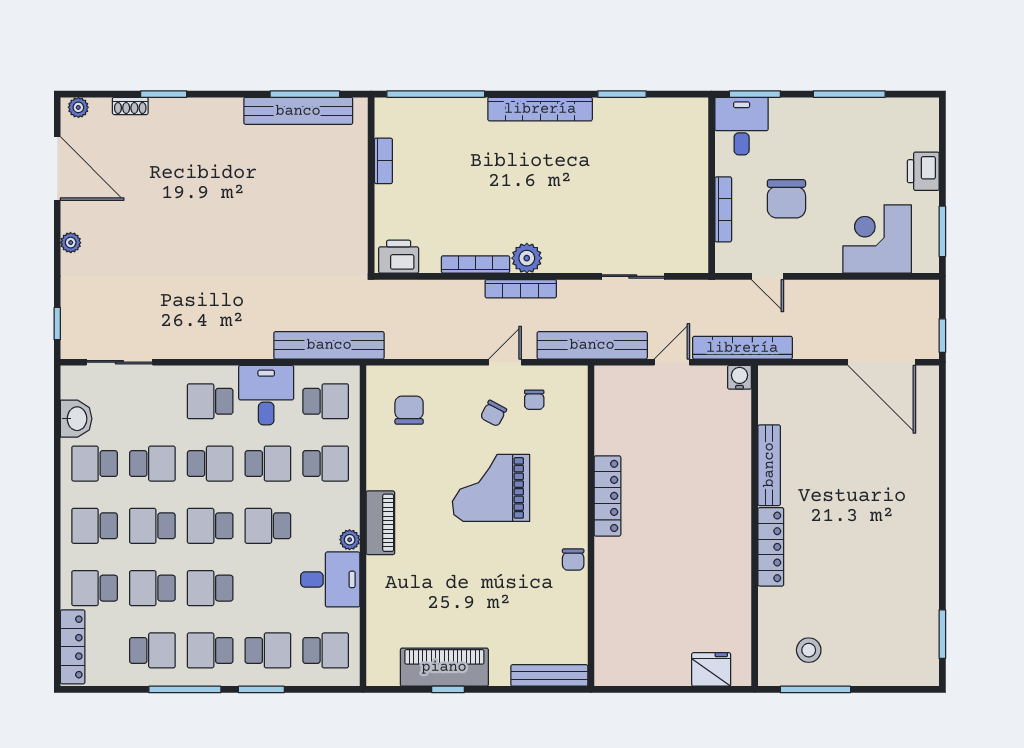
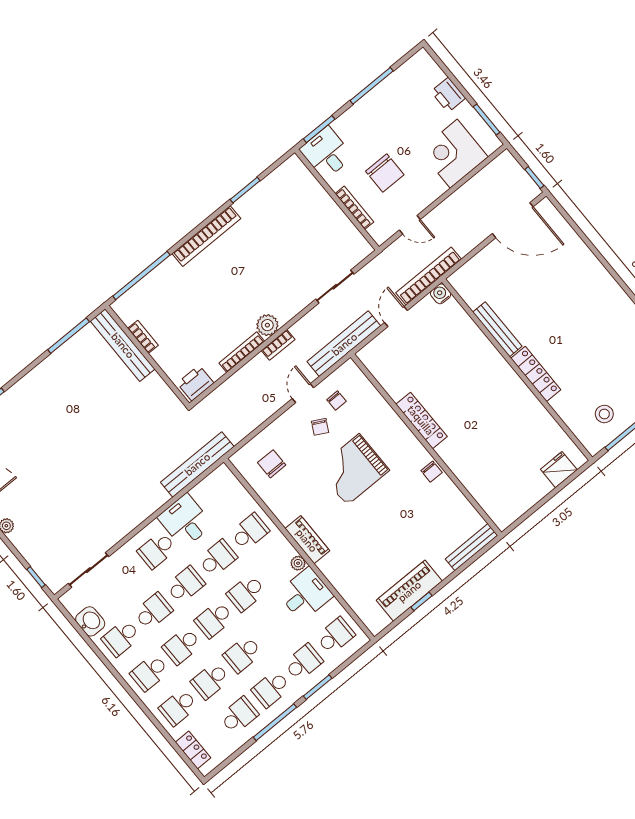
bench: (298, 111) -> (123, 345), moved, turned 90
bookcase: (521, 289) -> (278, 345), width x0.64
school desk: (326, 401) -> (221, 497), removed
locker: (73, 647) -> (193, 750), width x0.66

